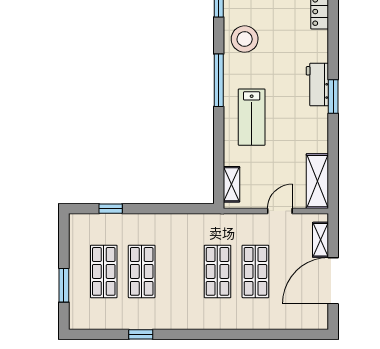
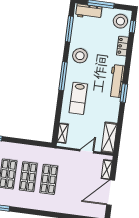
workbench: (317, 85) -> (117, 81), width x1.38
shop shelf: (255, 271) -> (28, 177), moved

